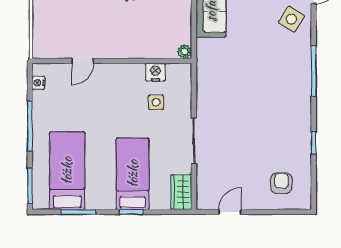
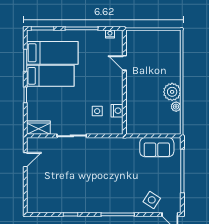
plant: (185, 52) -> (130, 130), removed
bed: (133, 174) -> (50, 76), moved
armchair: (281, 183) -> (44, 193), removed
door: (230, 212) -> (25, 160), hinge flipped

